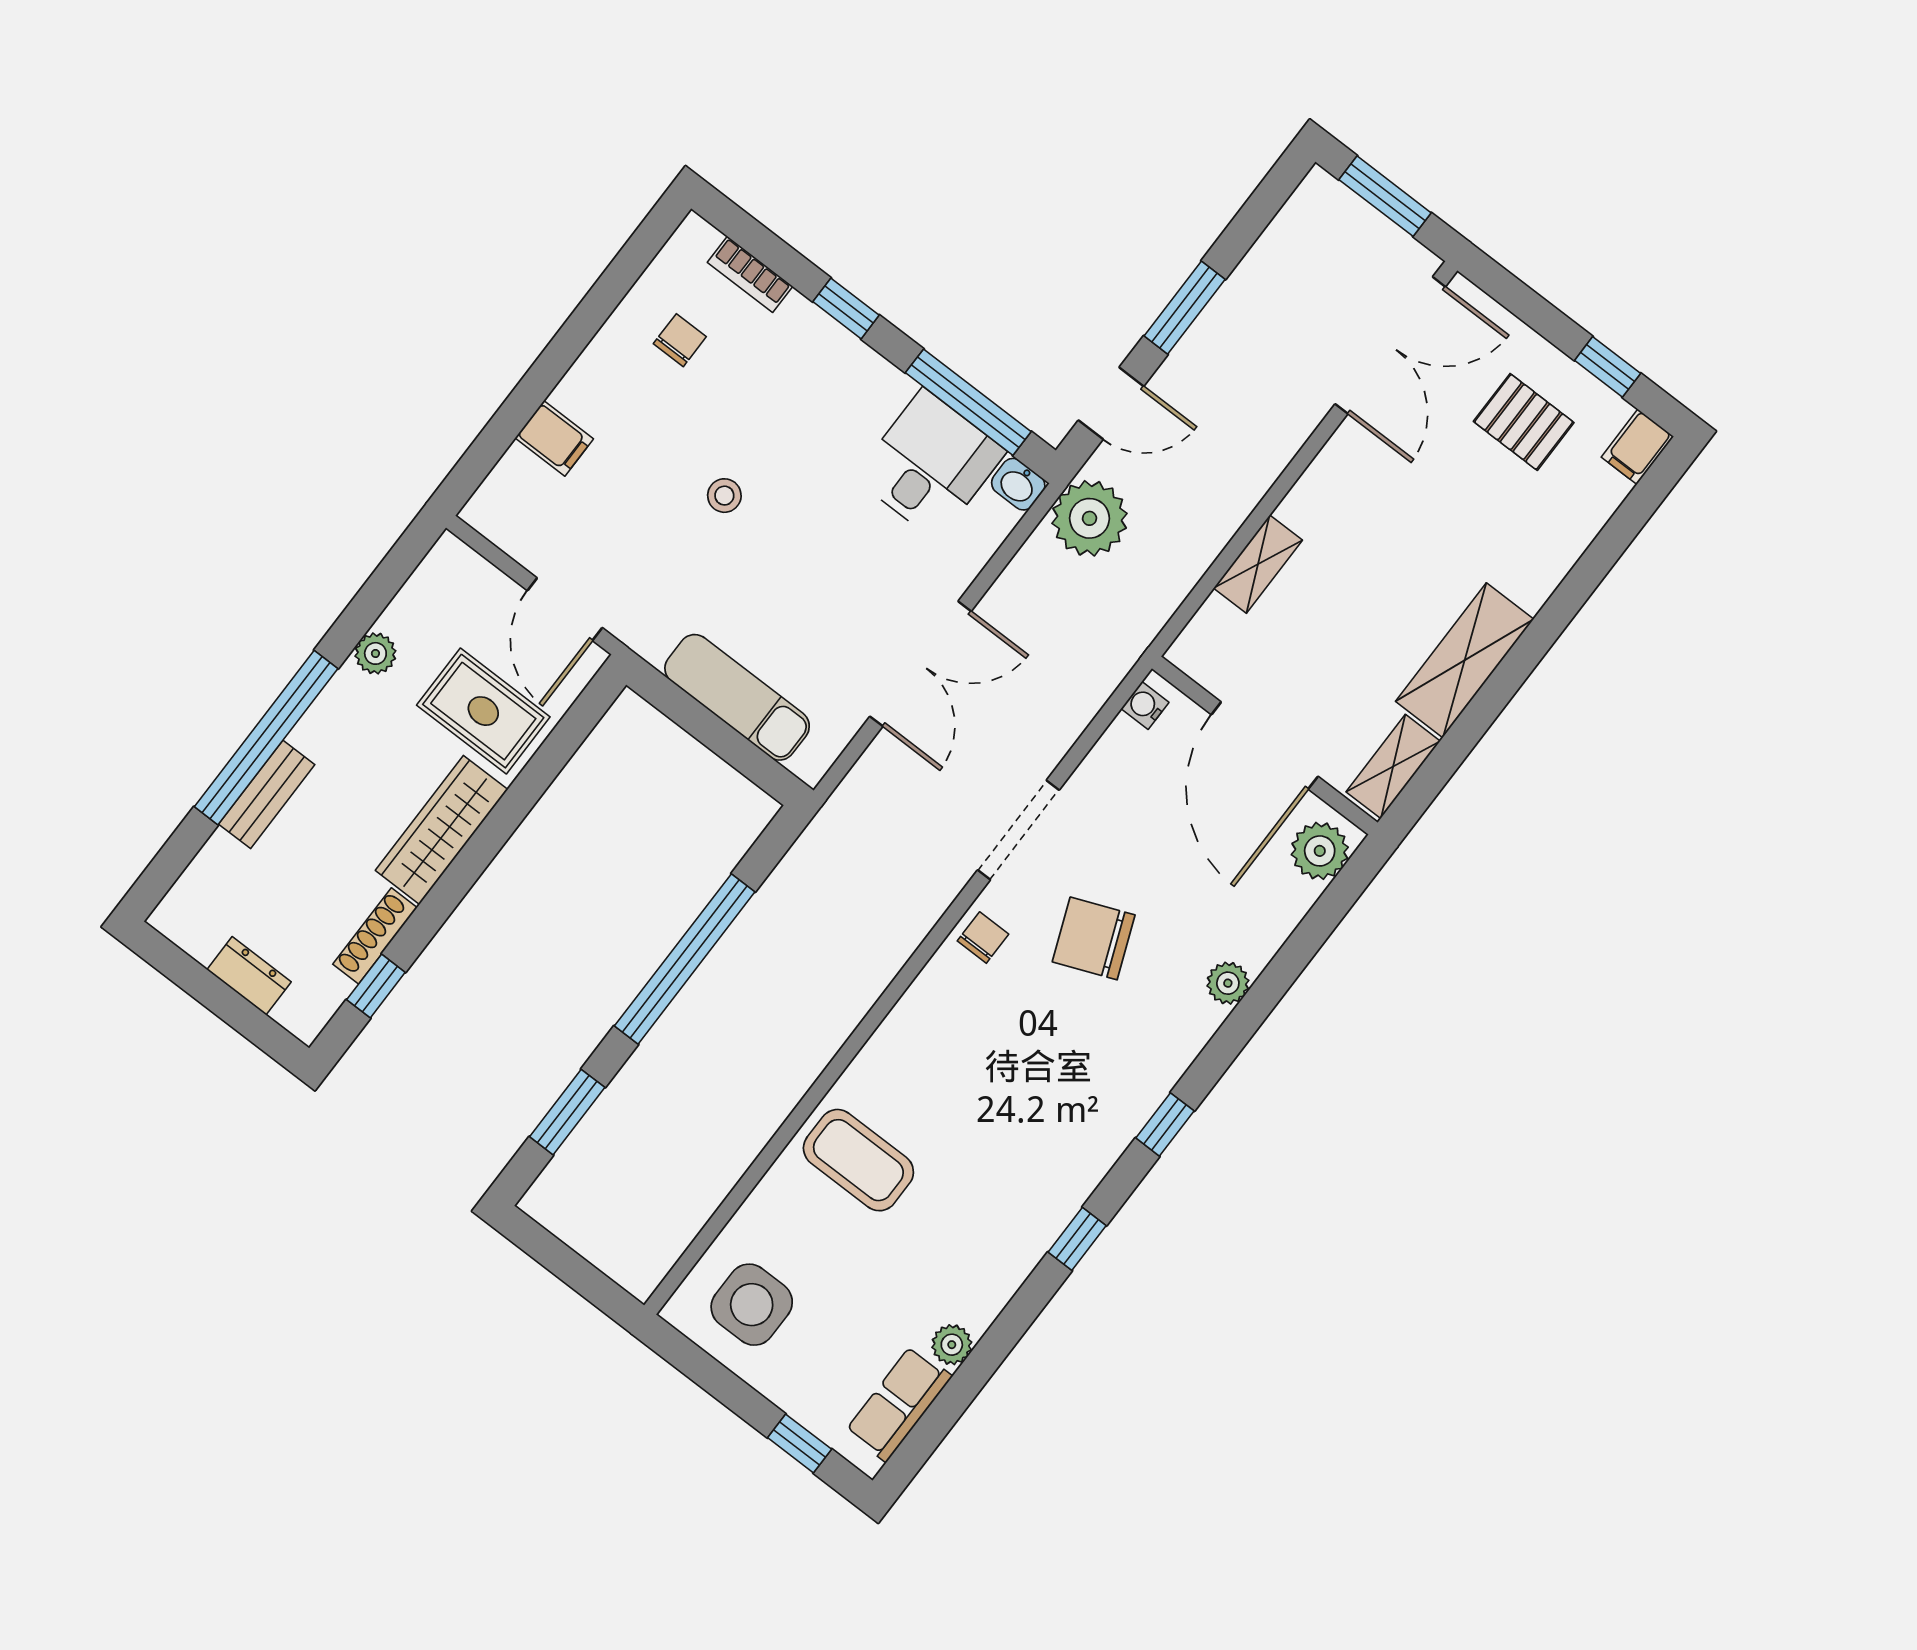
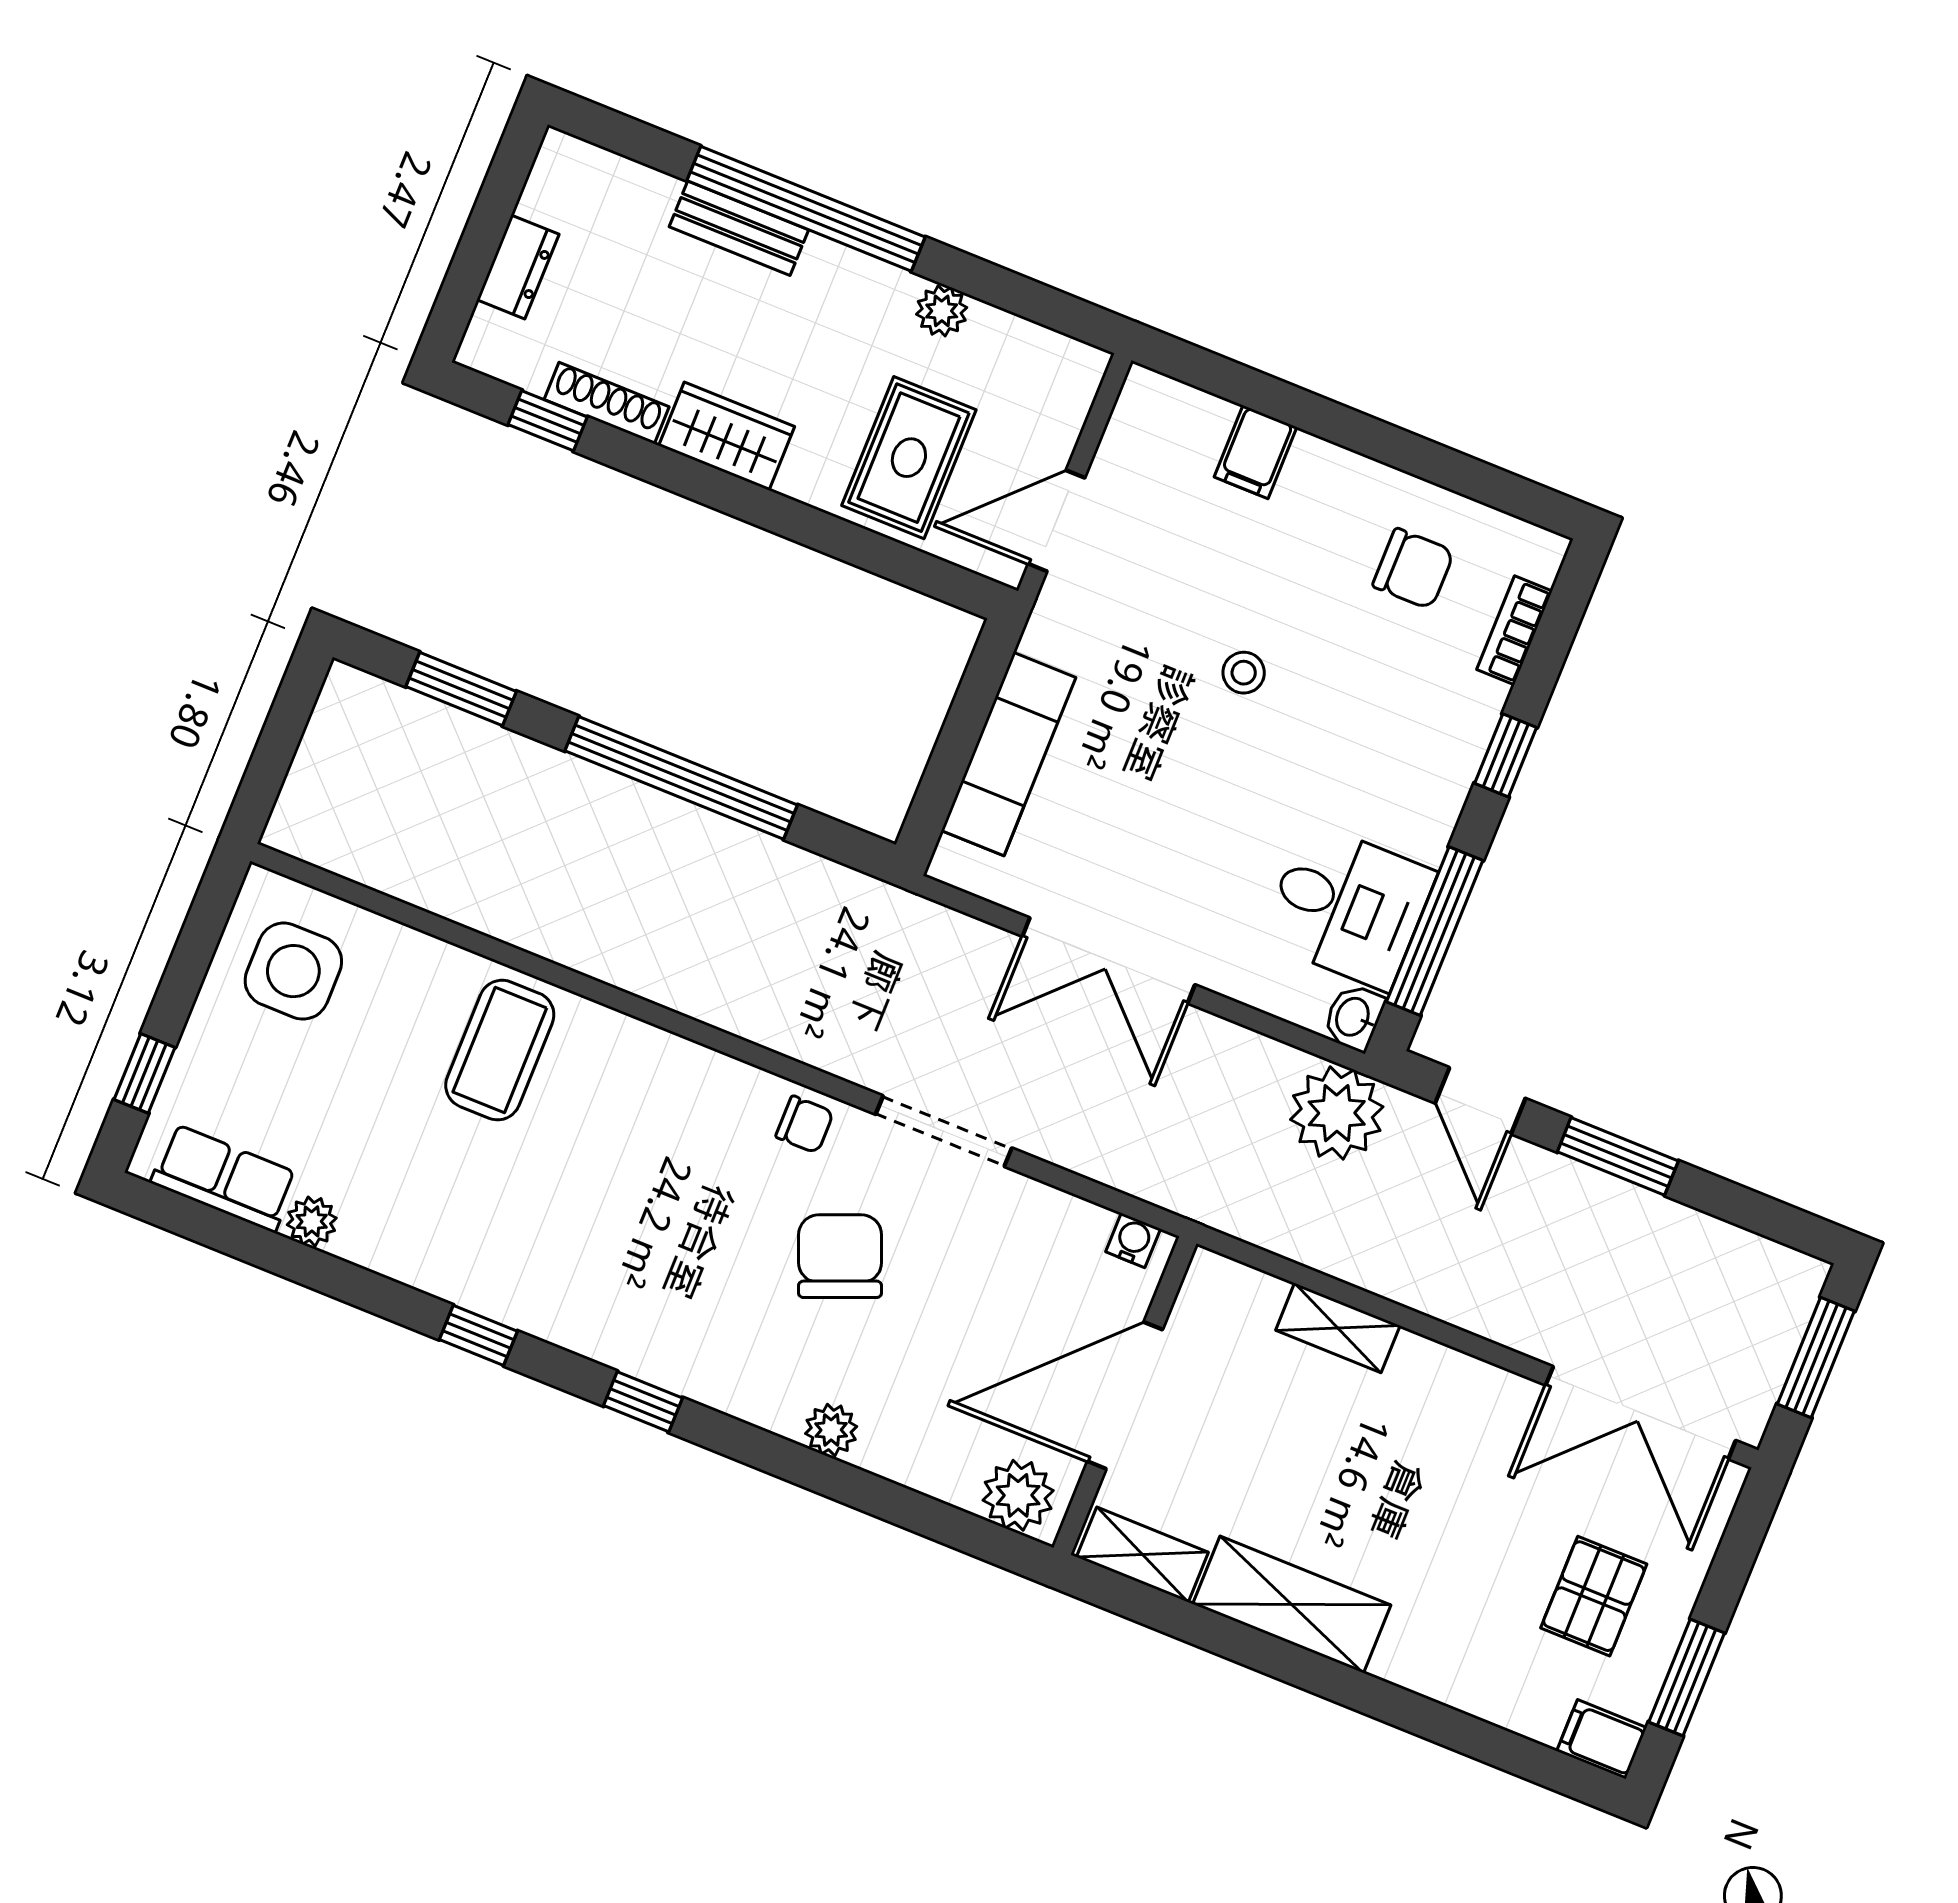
chair: (680, 340) -> (1413, 569), width x1.37, depth x1.37
window: (1608, 367) -> (1687, 1677), width x1.50
wardrobe: (442, 830) -> (727, 436), width x0.67

